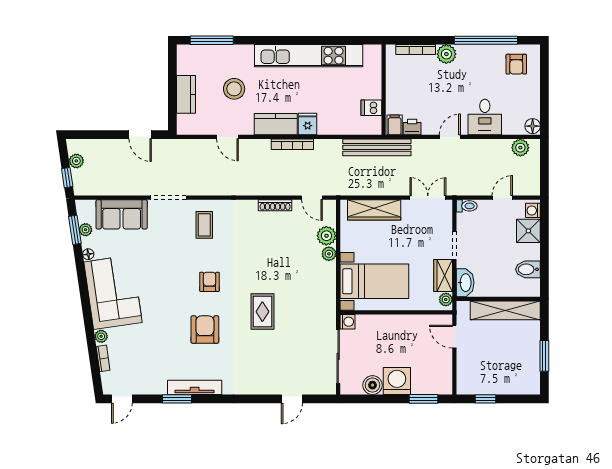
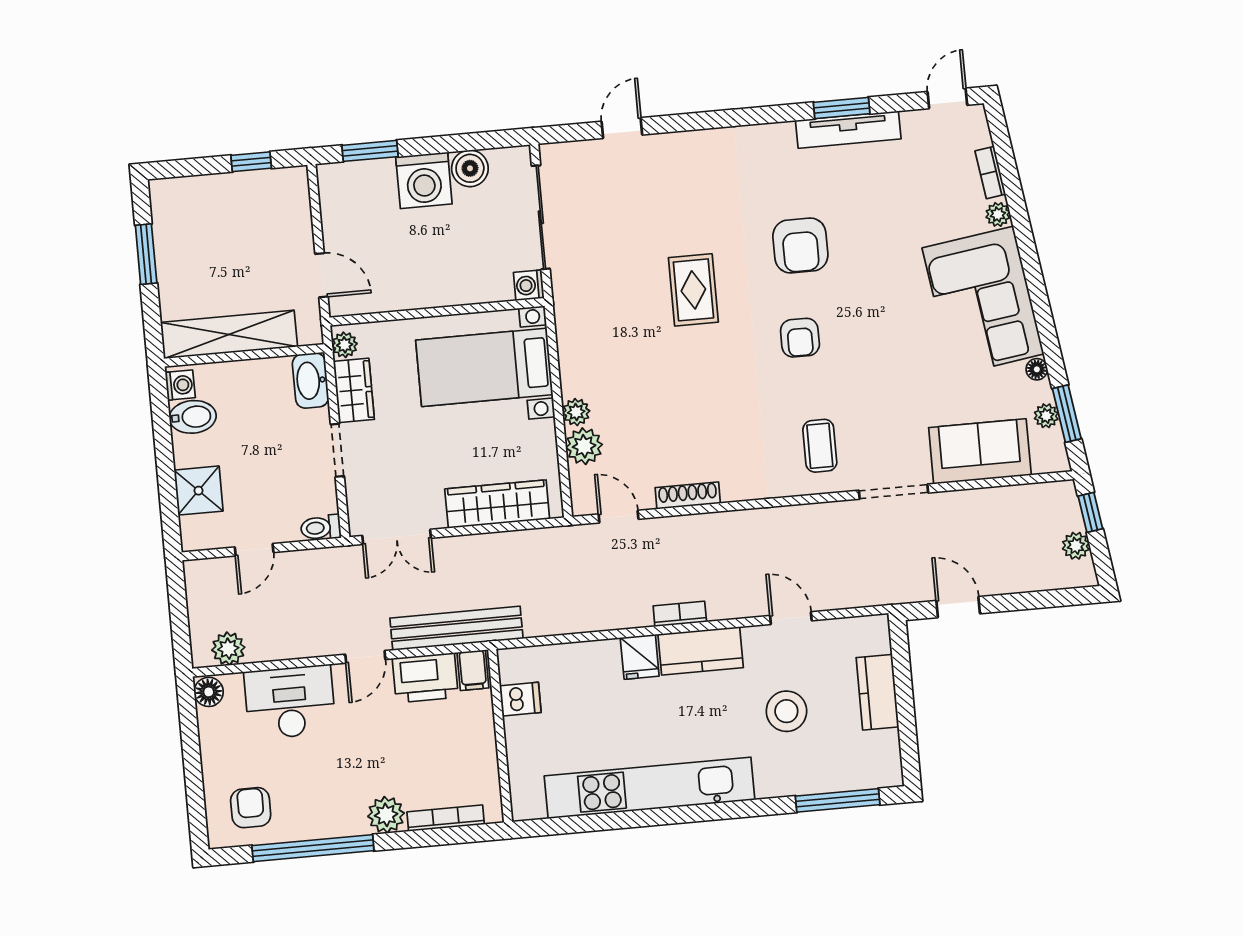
desk: (485, 117) -> (290, 702), width x1.37
printer: (412, 127) -> (425, 678), width x1.87, depth x1.48
bookcase: (292, 144) -> (680, 614), width x0.64
bench: (377, 147) -> (456, 628), moved
washing machine: (533, 210) -> (180, 385), moved
tv unit: (195, 387) -> (848, 130), moved

